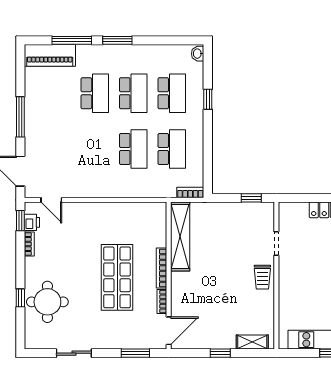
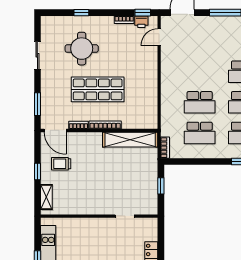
window: (251, 198) -> (161, 186), moved
trolley: (262, 277) -> (61, 164), moved
round table: (47, 302) -> (82, 49), moved

